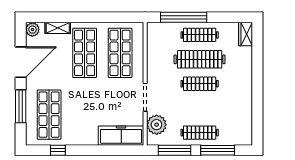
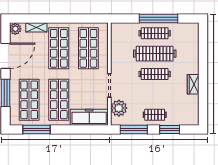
window: (184, 17) -> (158, 19), moved
wardrobe: (246, 34) -> (193, 84), moved
shop shelf: (85, 115) -> (59, 100), added
clothes rail: (200, 133) -> (155, 115), width x0.73
window: (58, 150) -> (37, 129), width x2.17
window: (218, 150) -> (170, 129), width x0.69

